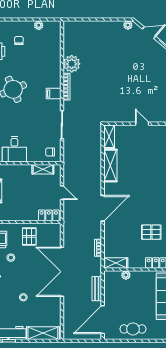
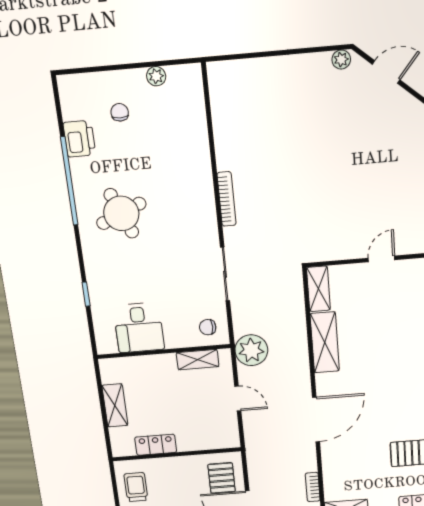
plant: (72, 64) -> (251, 350), moved
filing cabinet: (54, 94) -> (202, 215), removed
door: (142, 124) -> (381, 259), hinge flipped
locker: (49, 215) -> (156, 445), moved
pallet: (29, 236) -> (222, 478), moved

